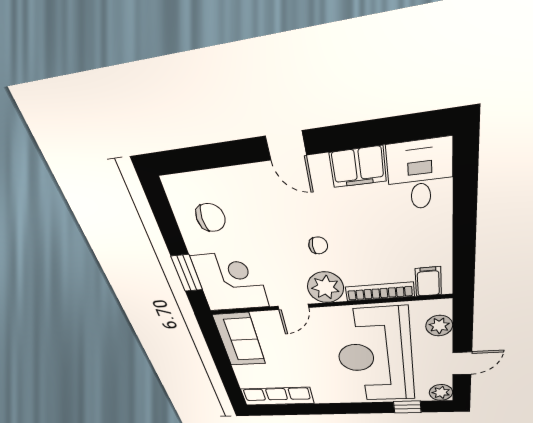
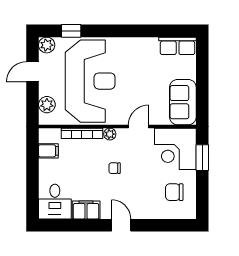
filing cabinet: (428, 282) -> (48, 151), moved, turned -90
plant: (325, 287) -> (110, 134), width x0.53, depth x0.53
row of seats: (277, 396) -> (178, 46), width x0.68

